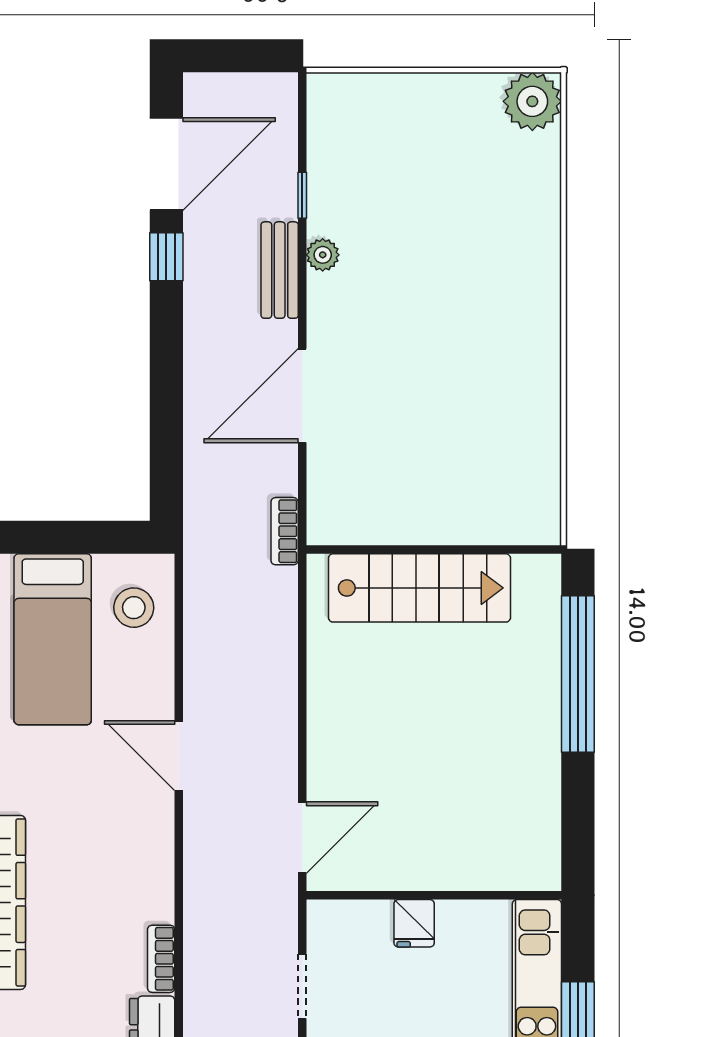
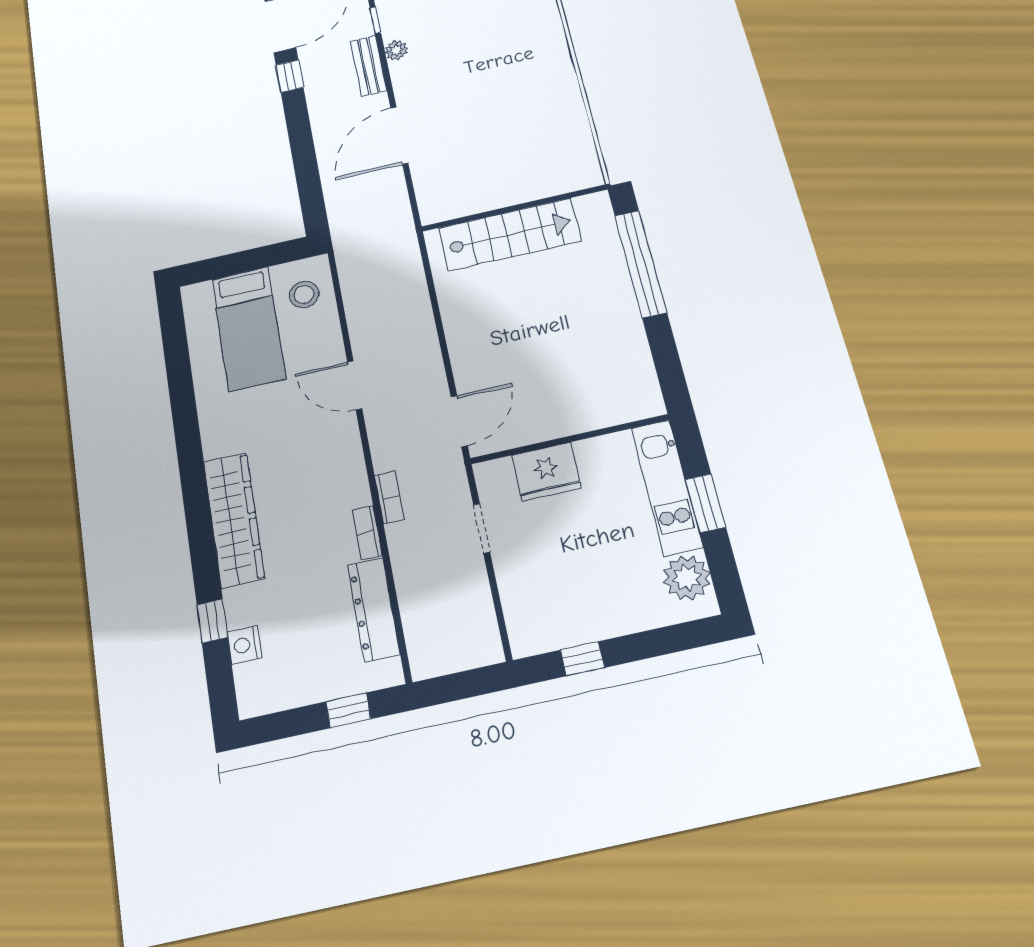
bookcase: (285, 531) -> (389, 497), moved, turned 180
fridge: (414, 923) -> (546, 472), width x1.88, depth x1.34

